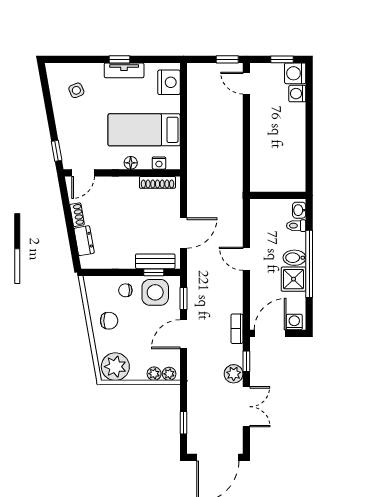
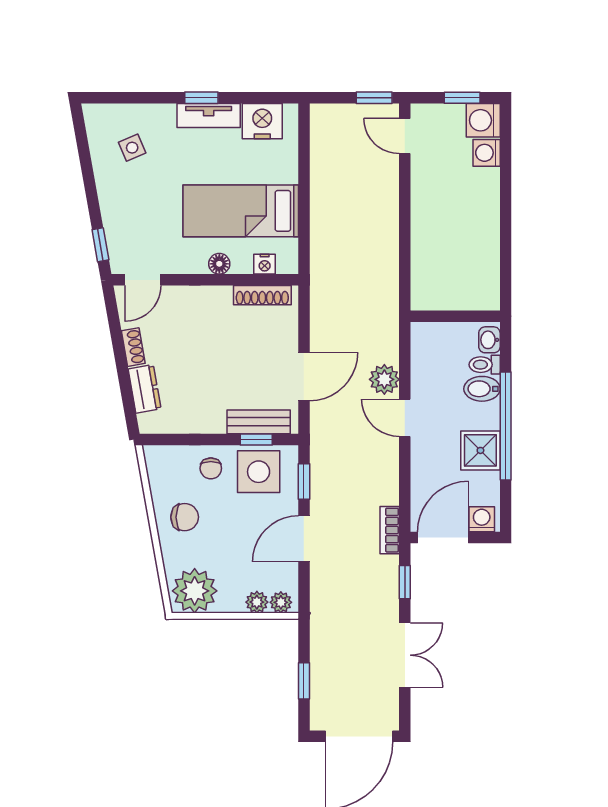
nightstand: (169, 82) -> (262, 121), moved, turned -90
bidet: (294, 258) -> (482, 389), moved
chair: (125, 290) -> (211, 468), turned -90
plant: (234, 374) -> (384, 379), moved

